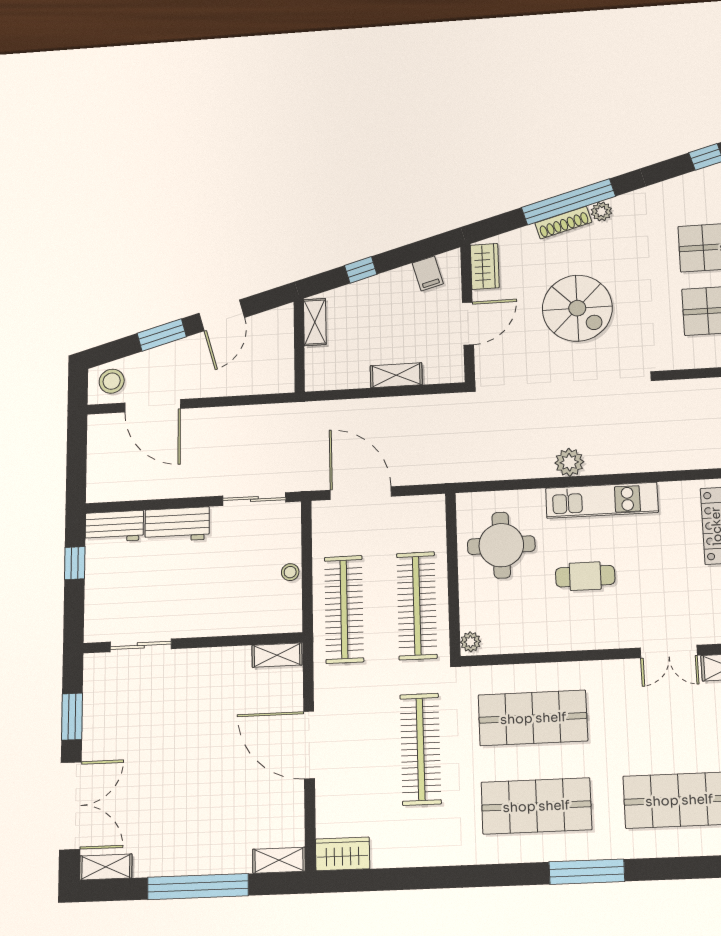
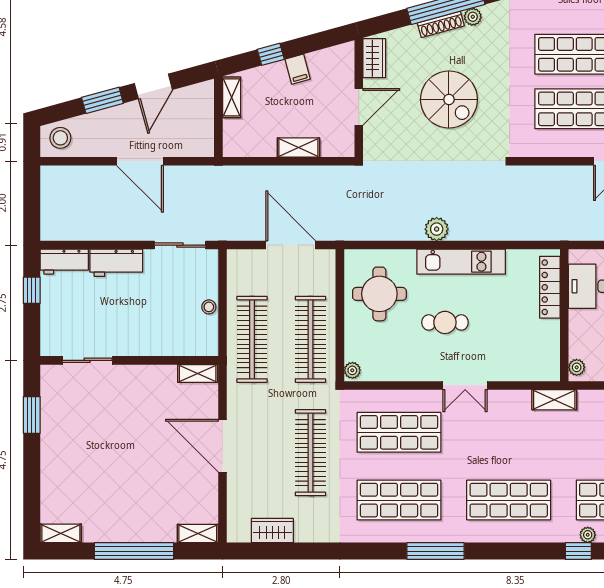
filing cabinet: (428, 273) -> (298, 69), moved
door: (153, 406) -> (140, 161), moved
door: (361, 493) -> (291, 245), moved
double door: (669, 652) -> (465, 385), moved
double door: (70, 806) -> (32, 485), removed
wardrobe: (343, 854) -> (272, 531), moved

